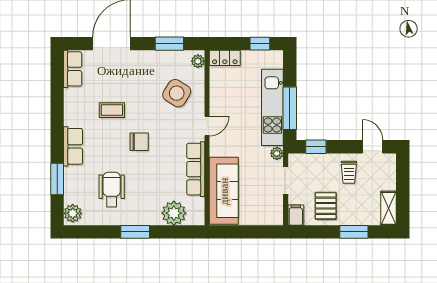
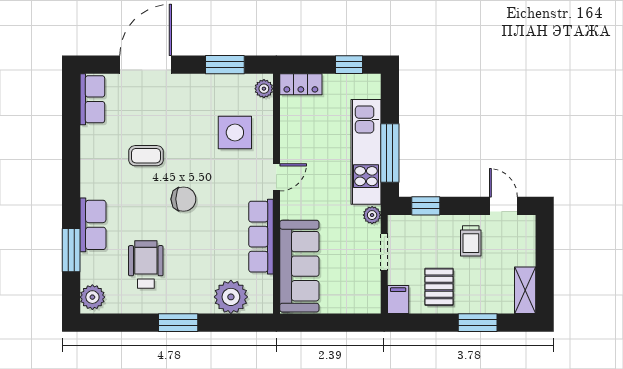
side table: (177, 93) -> (235, 132), turned -32
row of seats: (73, 146) -> (93, 225), moved

